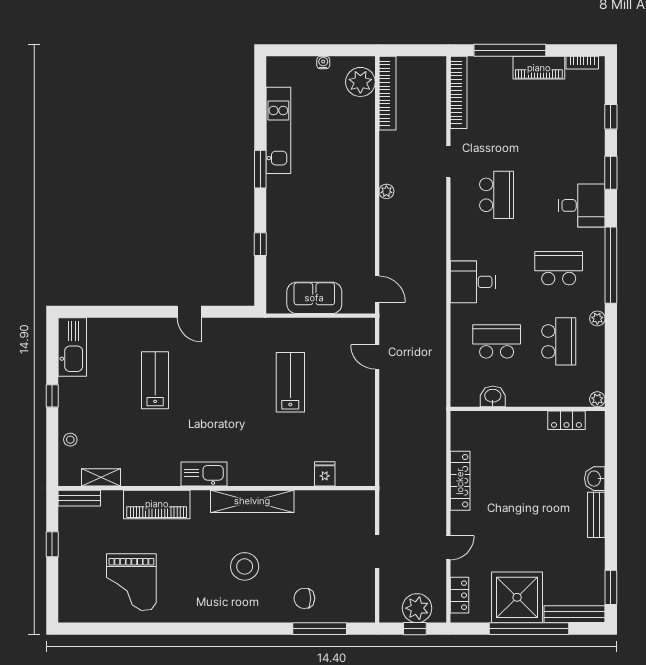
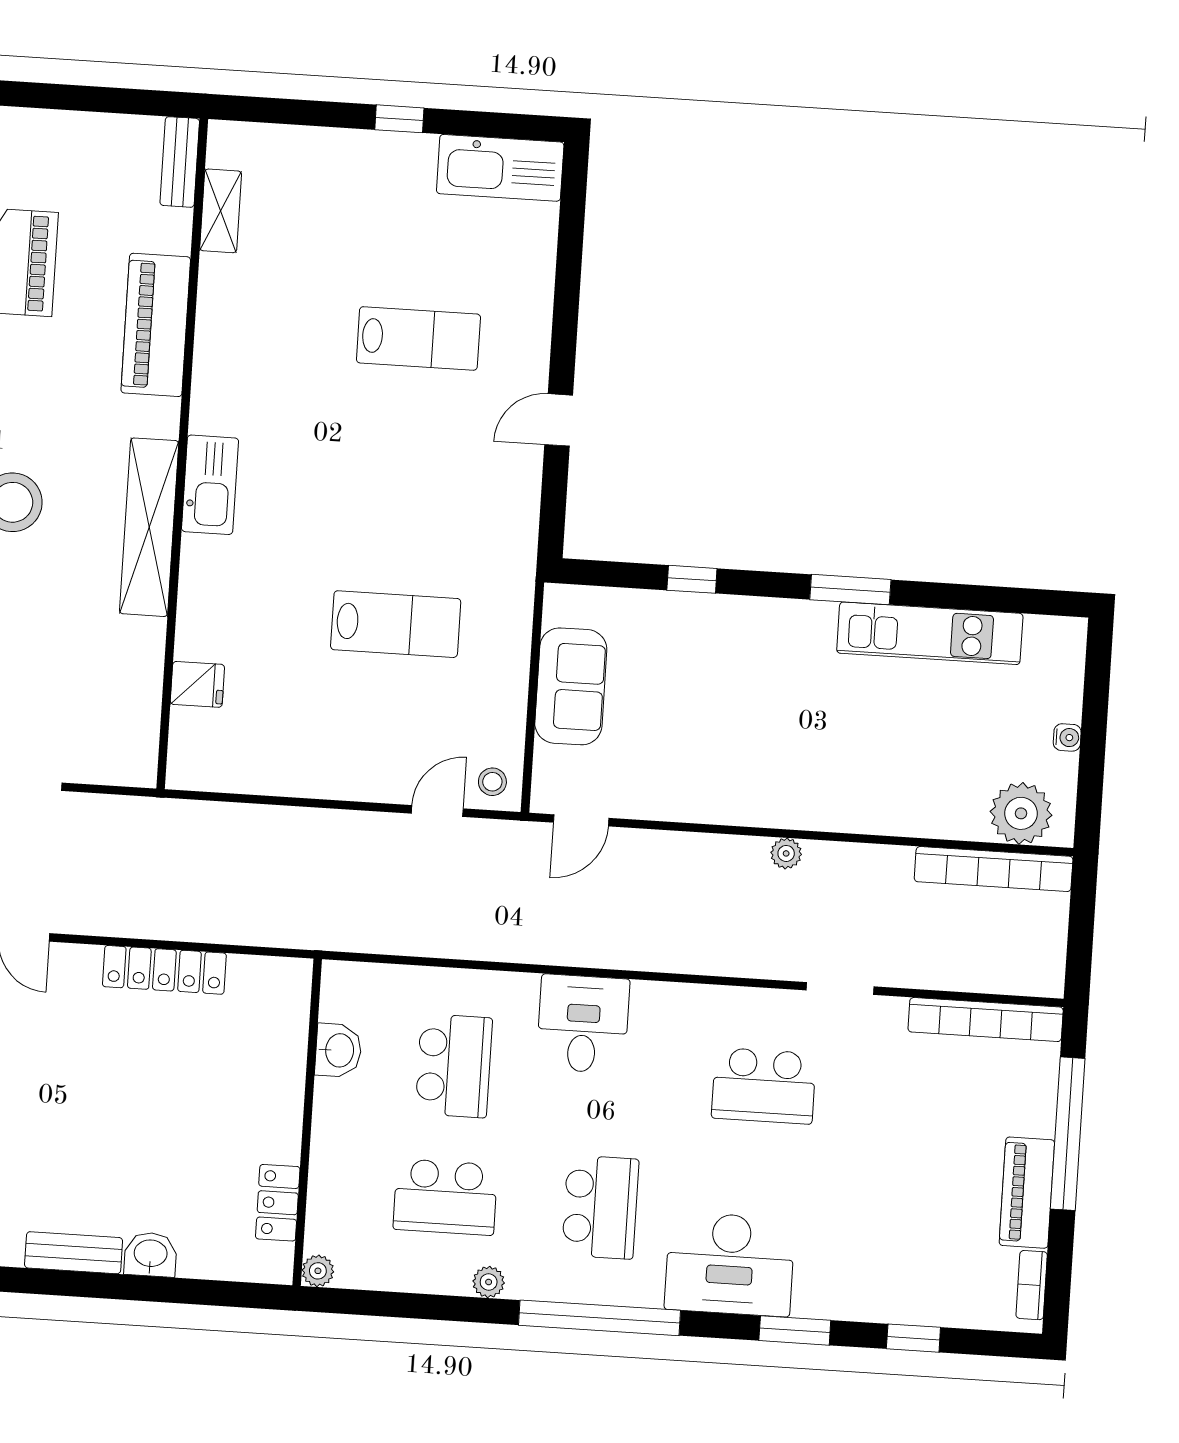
desk: (582, 205) -> (730, 1264), width x1.37
stool: (70, 440) -> (492, 782), moved
kitchen sink: (204, 474) -> (210, 485), moved
window: (52, 544) -> (86, 98), removed

